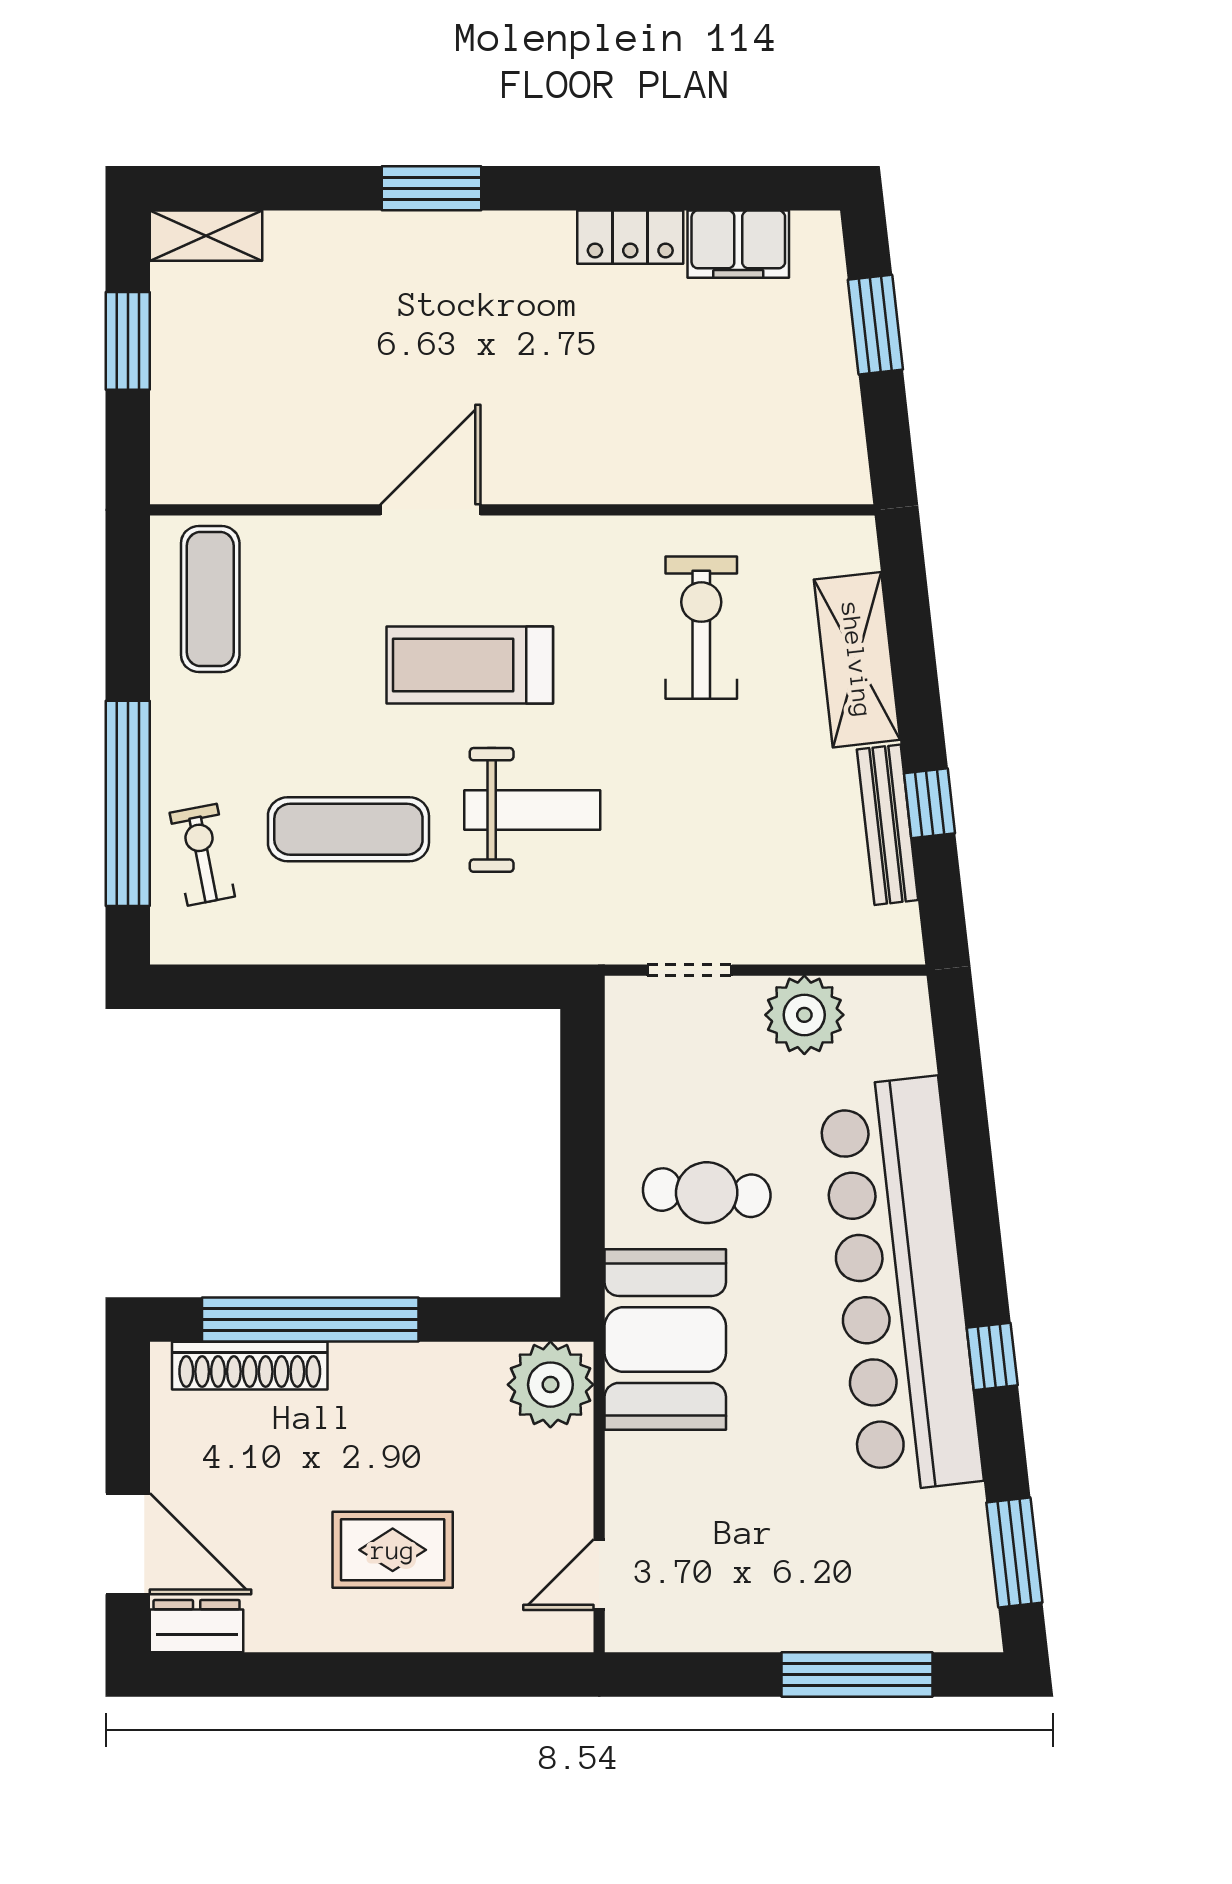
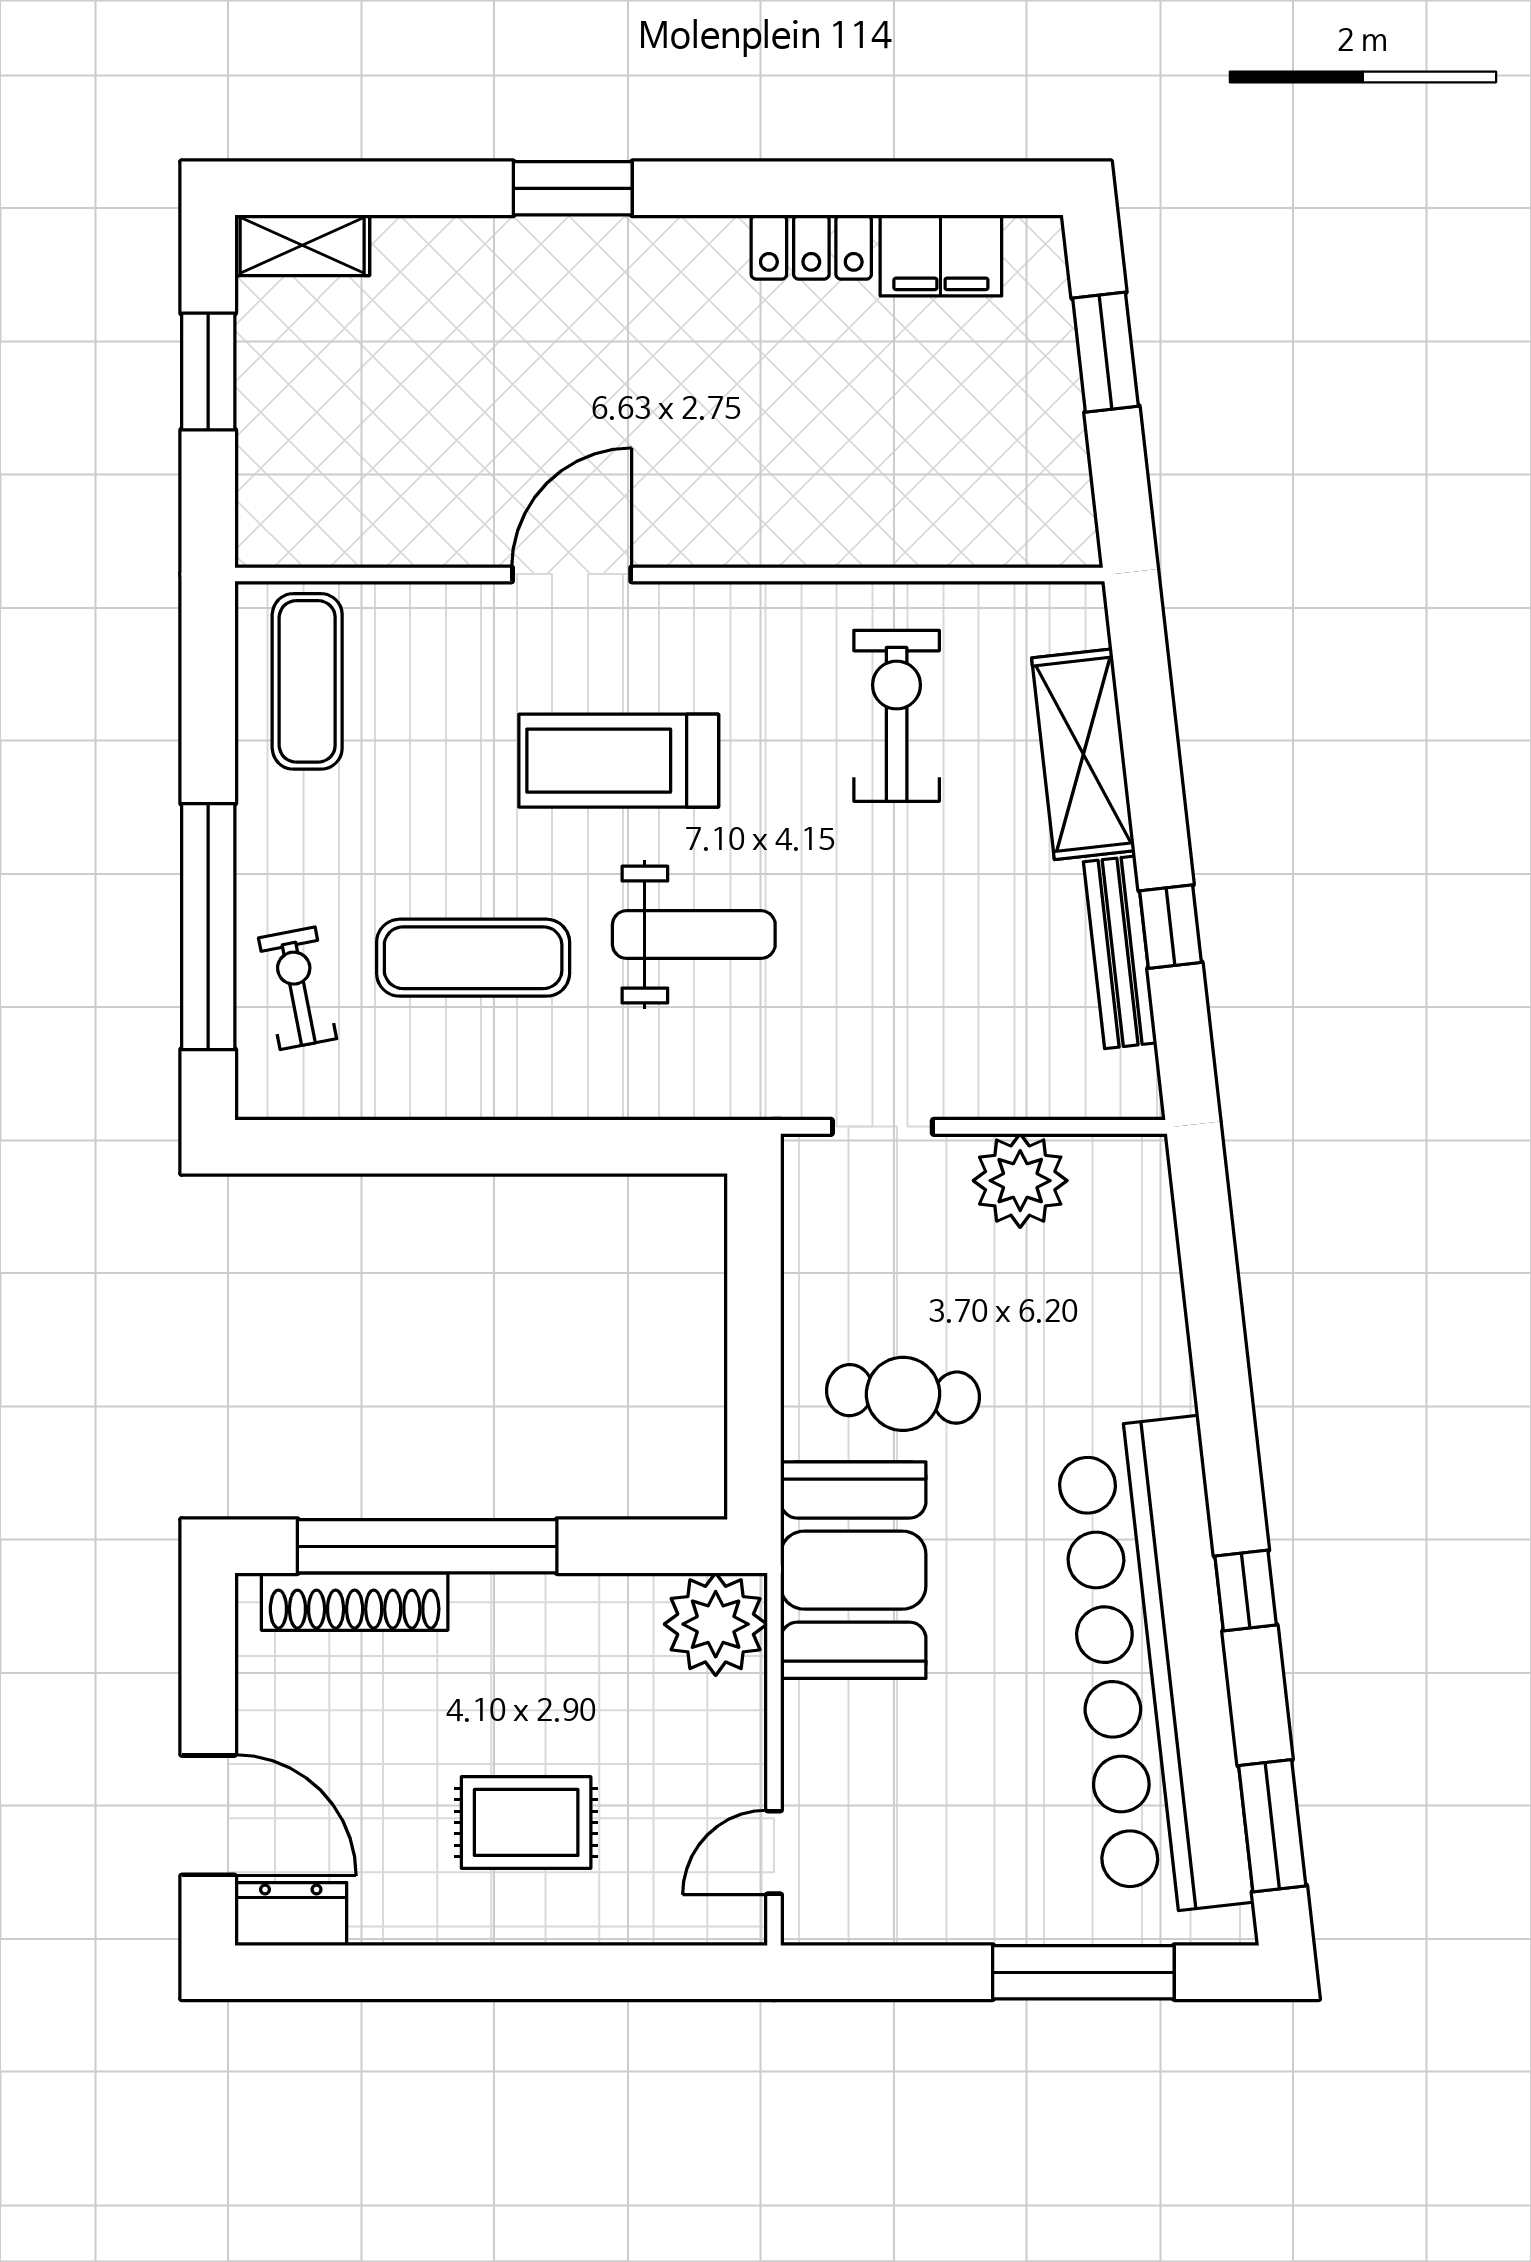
bar counter: (900, 1285) -> (1154, 1667), moved

